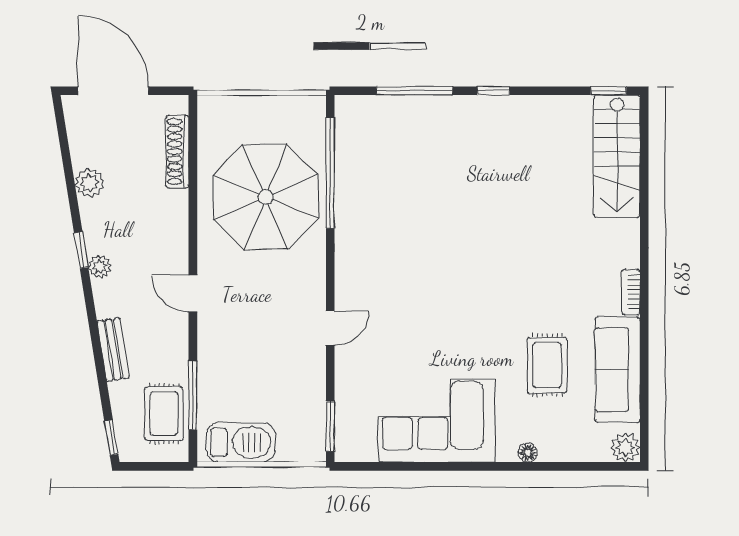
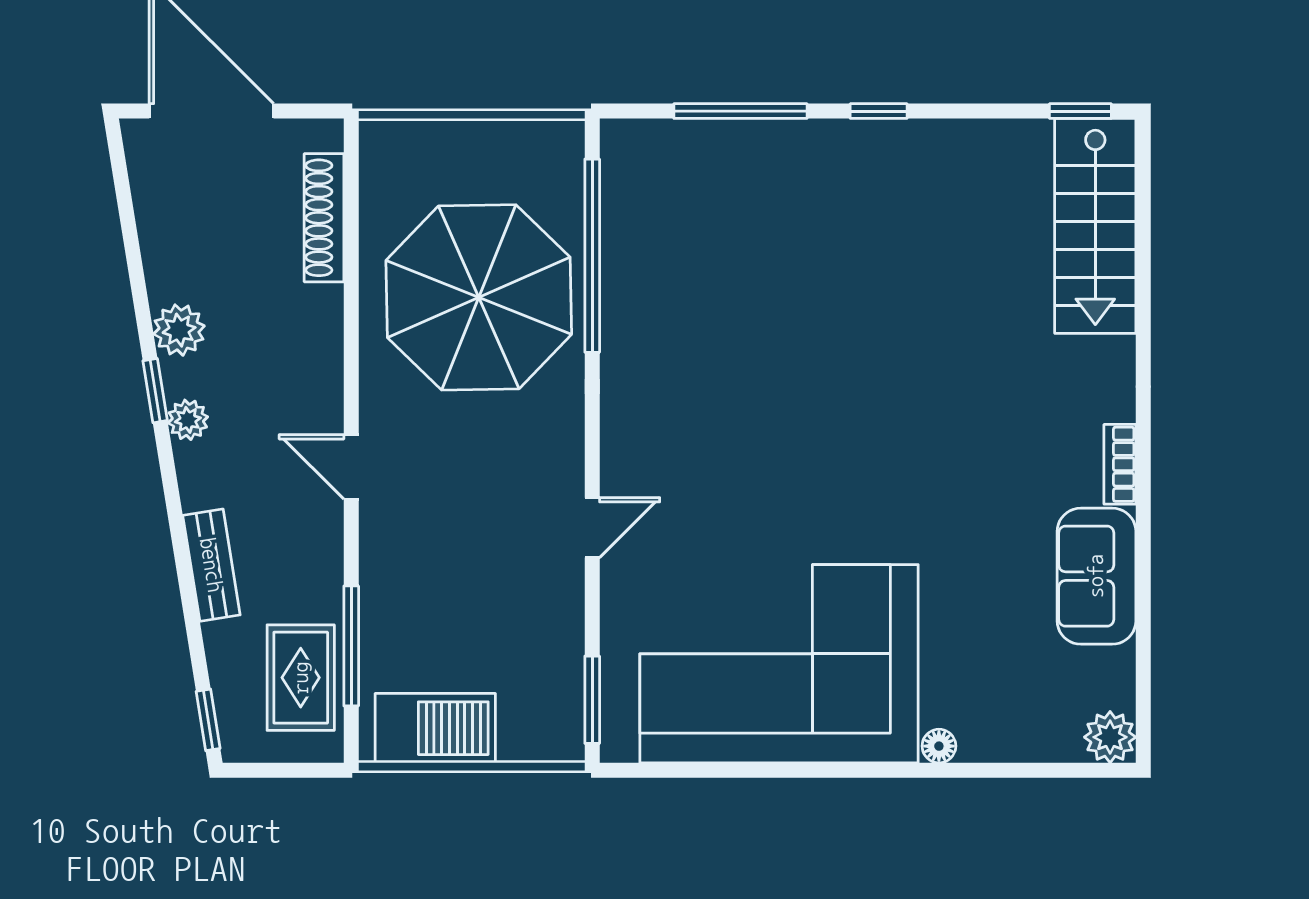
plant: (90, 183) -> (179, 330), moved
rug: (547, 365) -> (973, 593), removed
sofa: (618, 370) -> (1096, 576), width x0.73
corner sofa: (437, 421) -> (779, 664), width x1.36, depth x1.36

